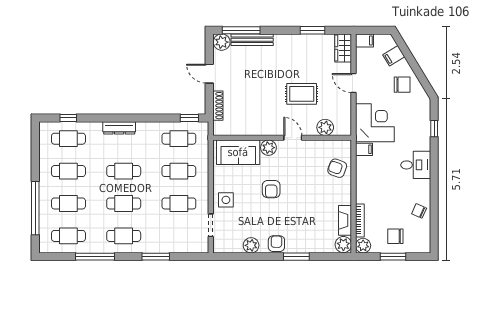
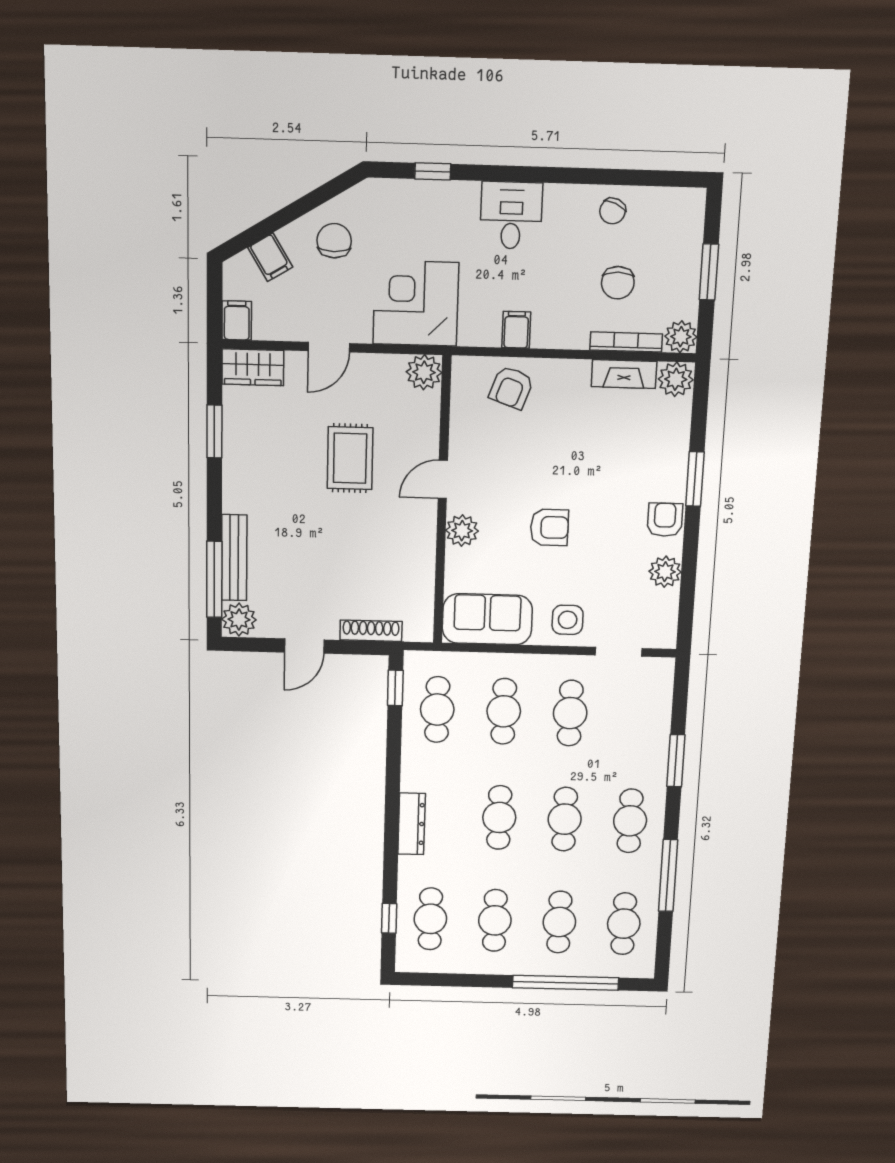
plant: (325, 127) -> (424, 372), moved
filing cabinet: (364, 149) -> (516, 330), moved
sofa: (238, 152) -> (487, 619), moved, turned -90
chair: (395, 236) -> (618, 283), moved
armchair: (276, 244) -> (665, 520), turned 89

